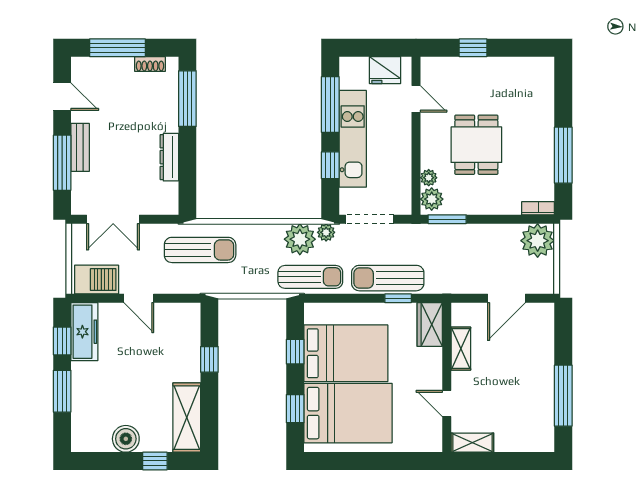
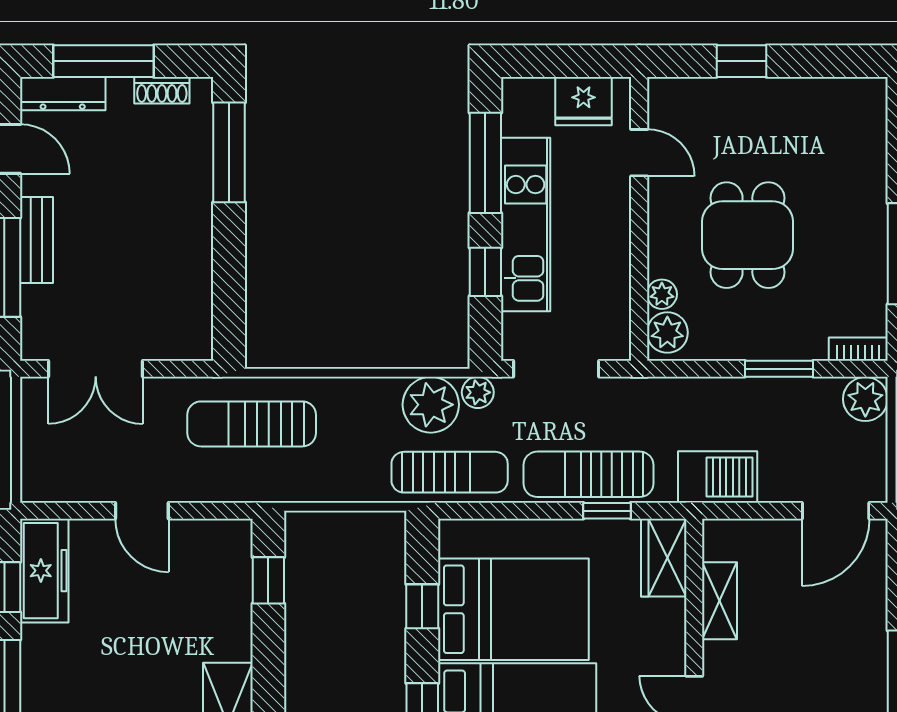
dresser: (169, 157) -> (63, 94), moved, turned -90
window: (447, 219) -> (779, 369), moved
plant: (538, 241) -> (865, 399), width x0.73, depth x0.73
sun lounger: (200, 250) -> (252, 424), turned 180
barbecue: (97, 280) -> (718, 477), moved
door: (506, 298) -> (836, 511), moved
window: (209, 359) -> (268, 580), moved

